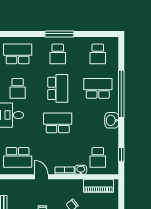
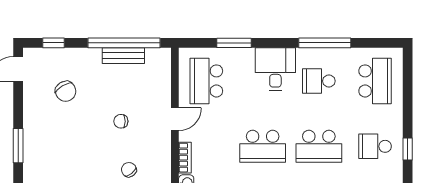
window: (59, 34) -> (408, 149), width x0.46
school desk: (58, 123) -> (263, 146), turned 90

